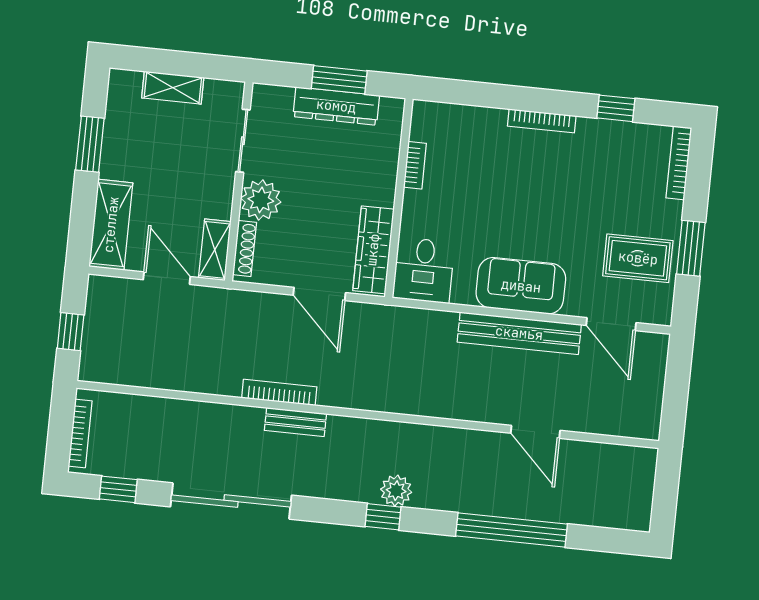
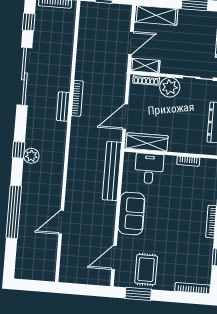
window: (691, 248) -> (138, 294), moved
desk: (424, 270) -> (149, 168), moved, turned 90
bench: (519, 333) -> (112, 171), moved

